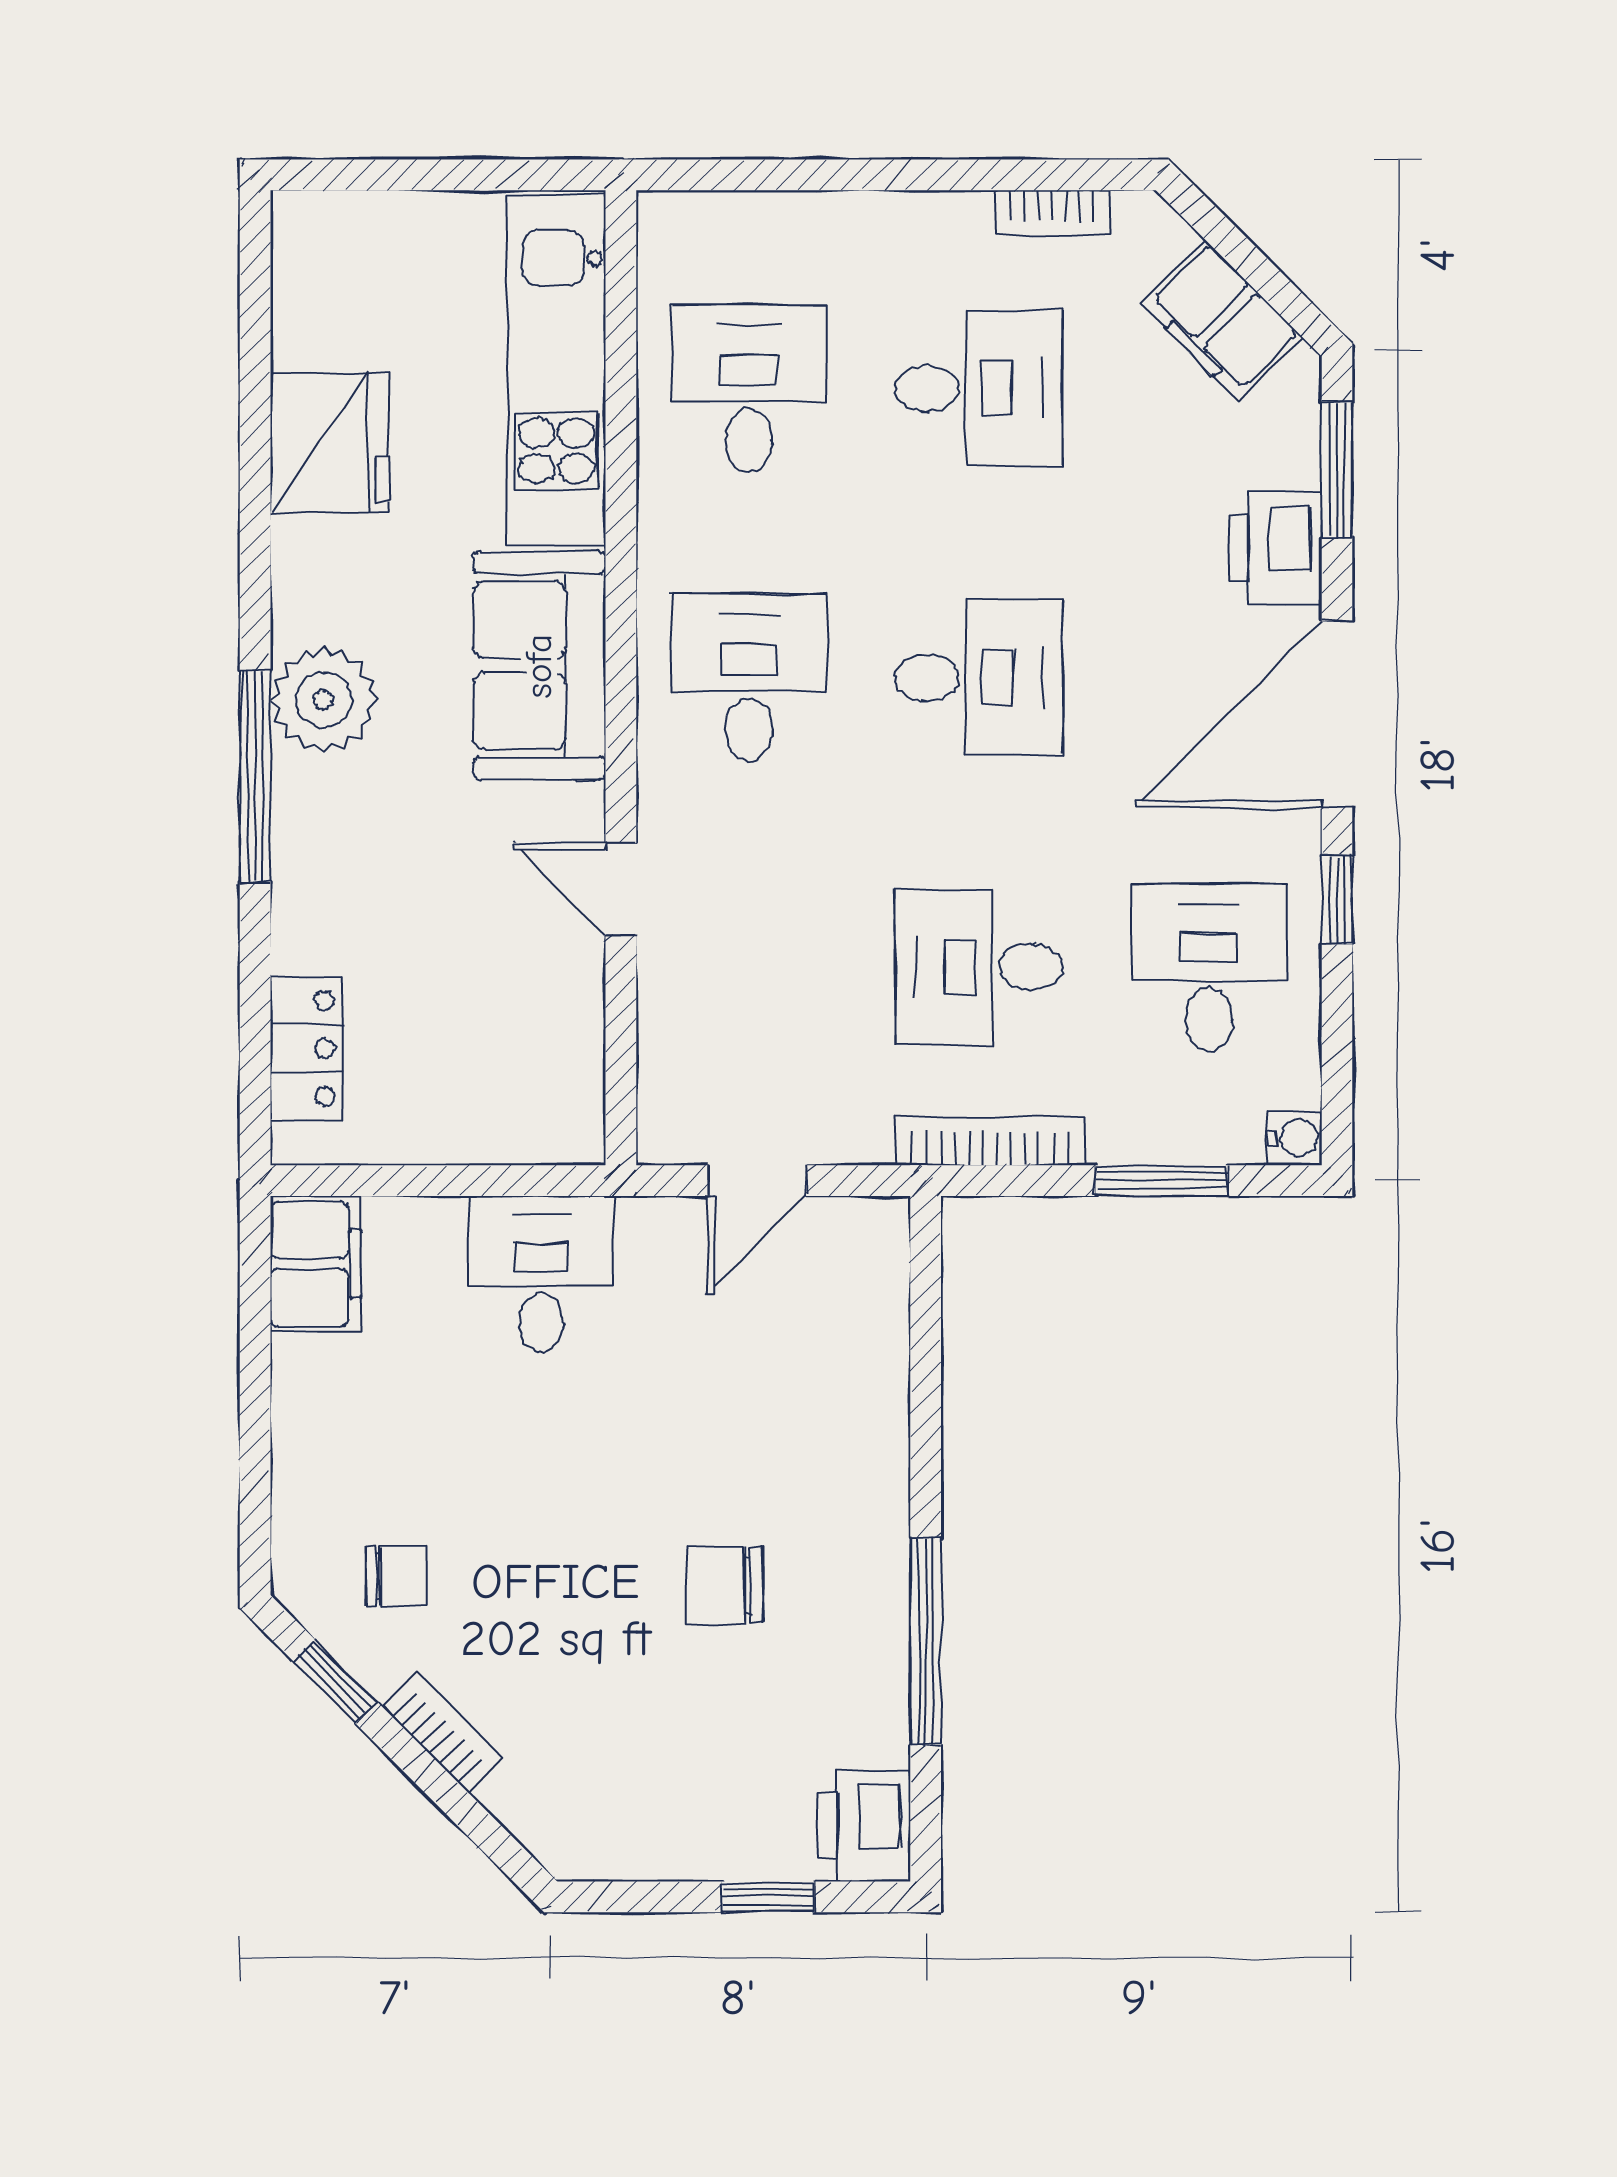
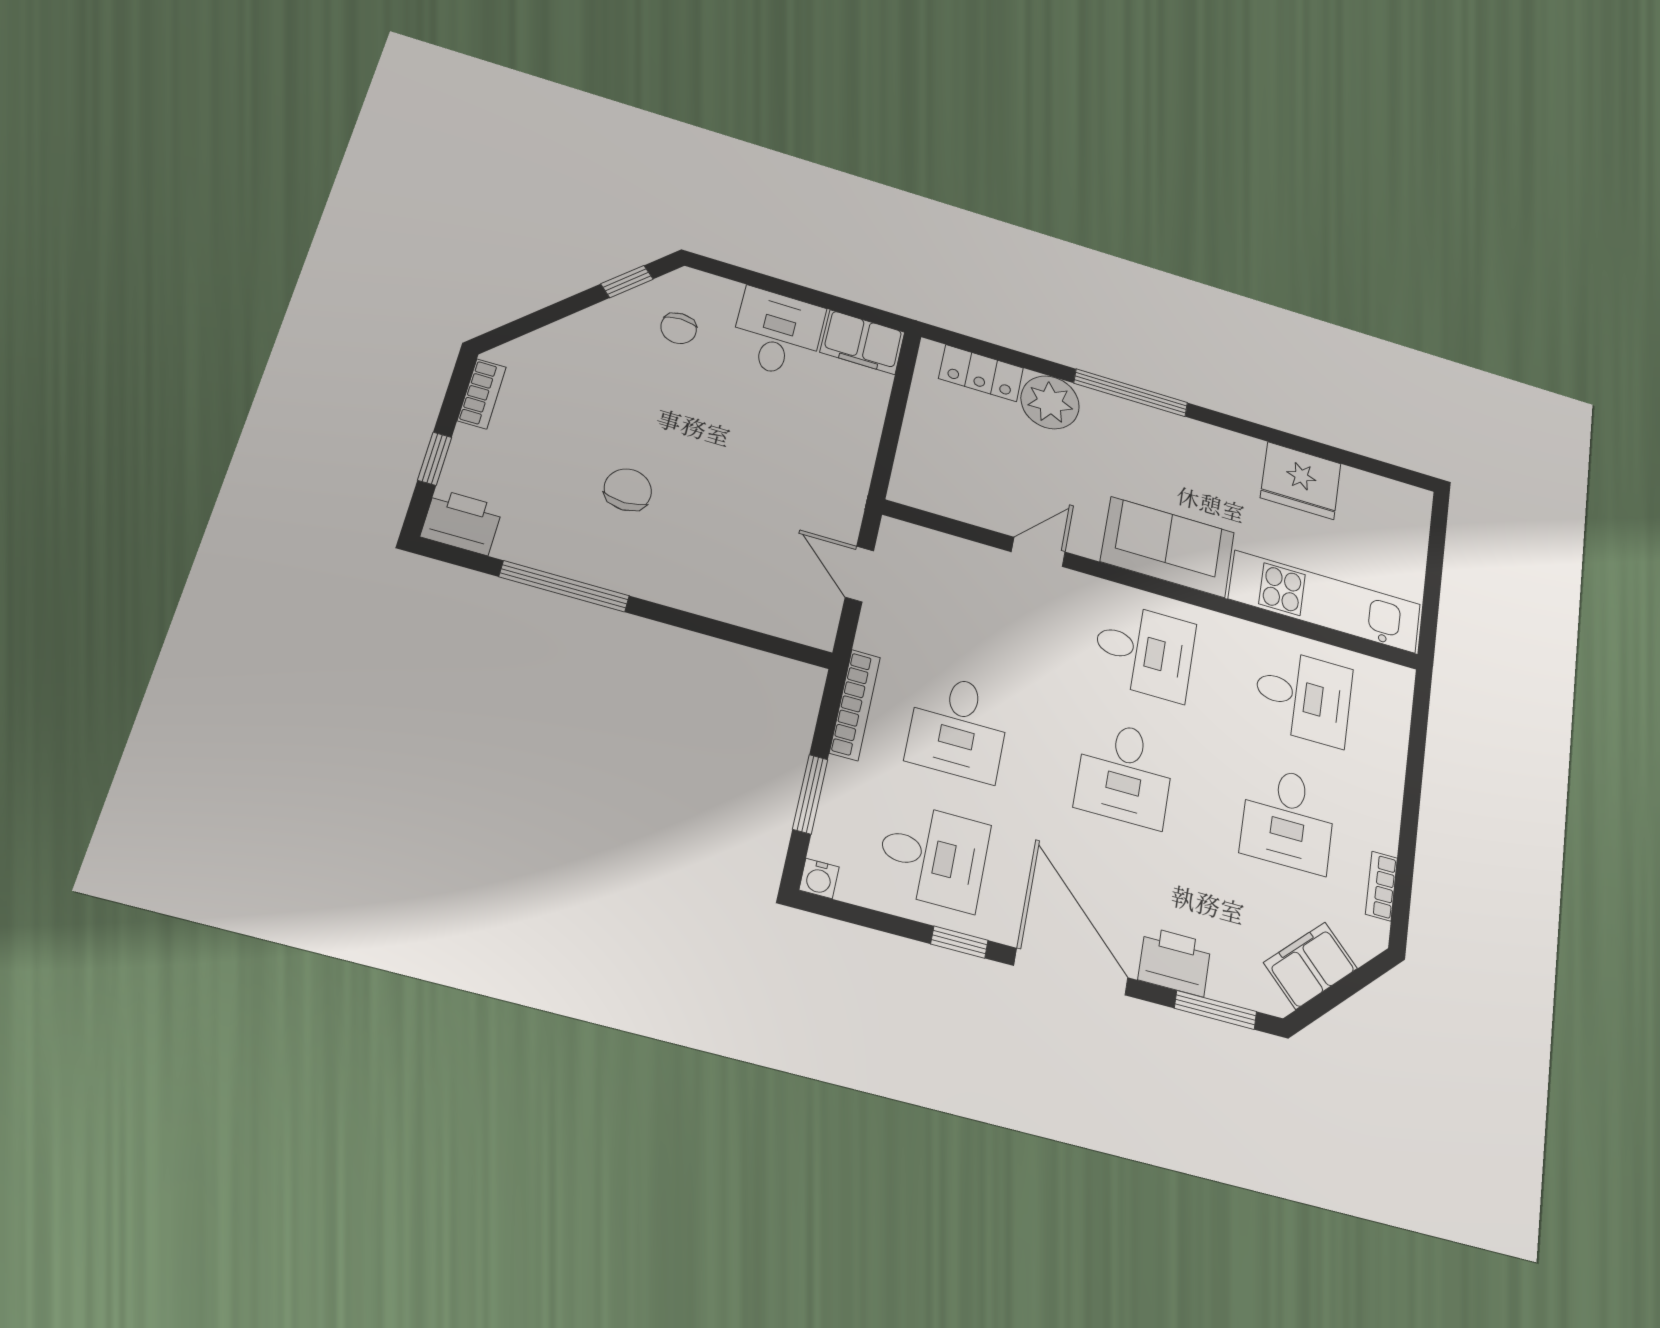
plant: (324, 700) -> (1050, 402), moved
desk: (979, 967) -> (958, 727), turned 180
desk: (541, 1274) -> (777, 333), moved, turned -90
bookcase: (442, 1732) -> (482, 394), moved, turned -45

